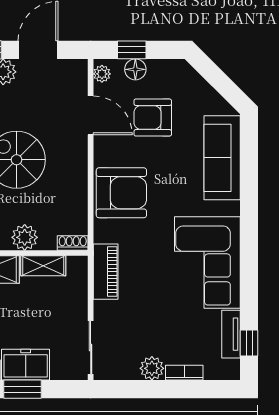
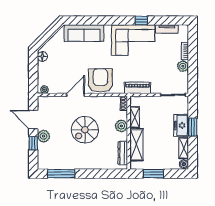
window: (132, 50) -> (33, 76), removed
floor lamp: (135, 69) -> (42, 56), moved
door: (91, 115) -> (75, 95), moved
armchair: (153, 118) -> (65, 66), removed
window: (249, 343) -> (141, 21), moved

